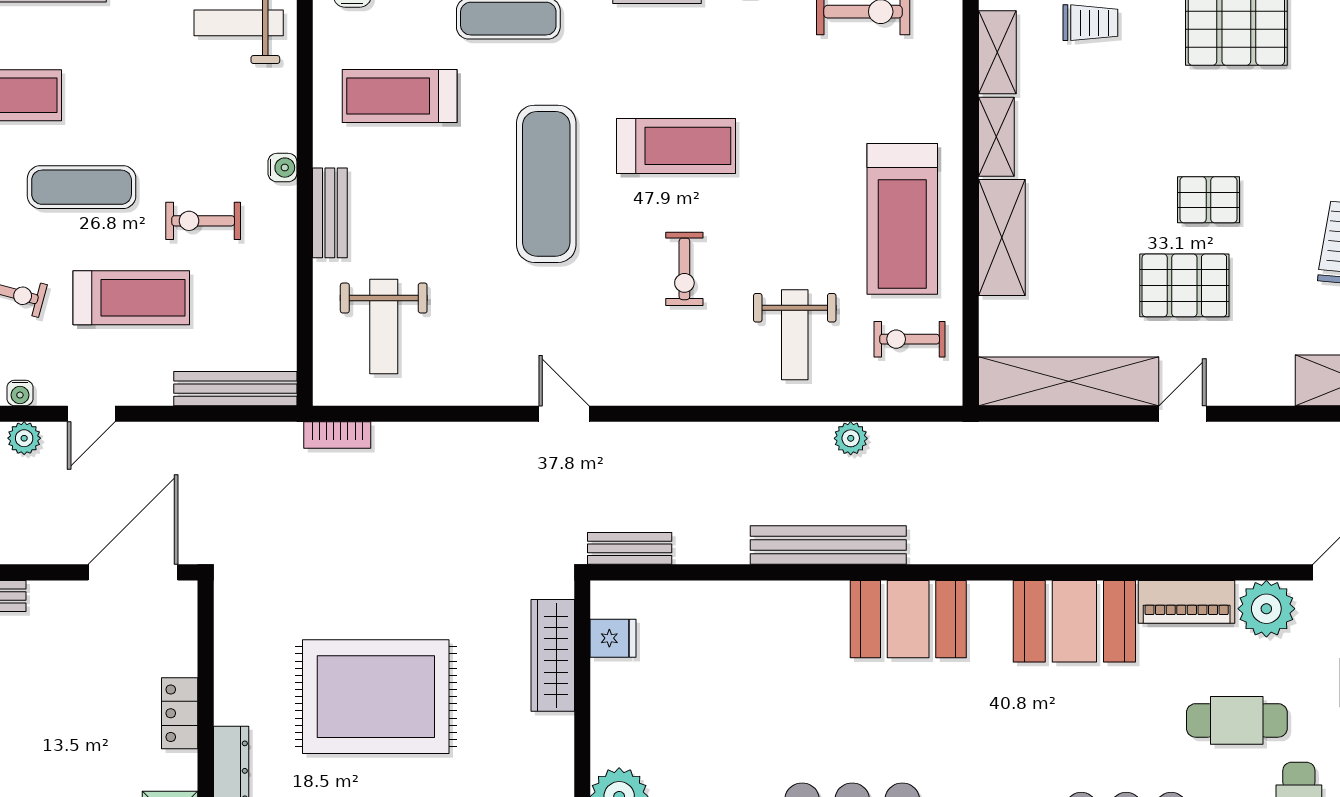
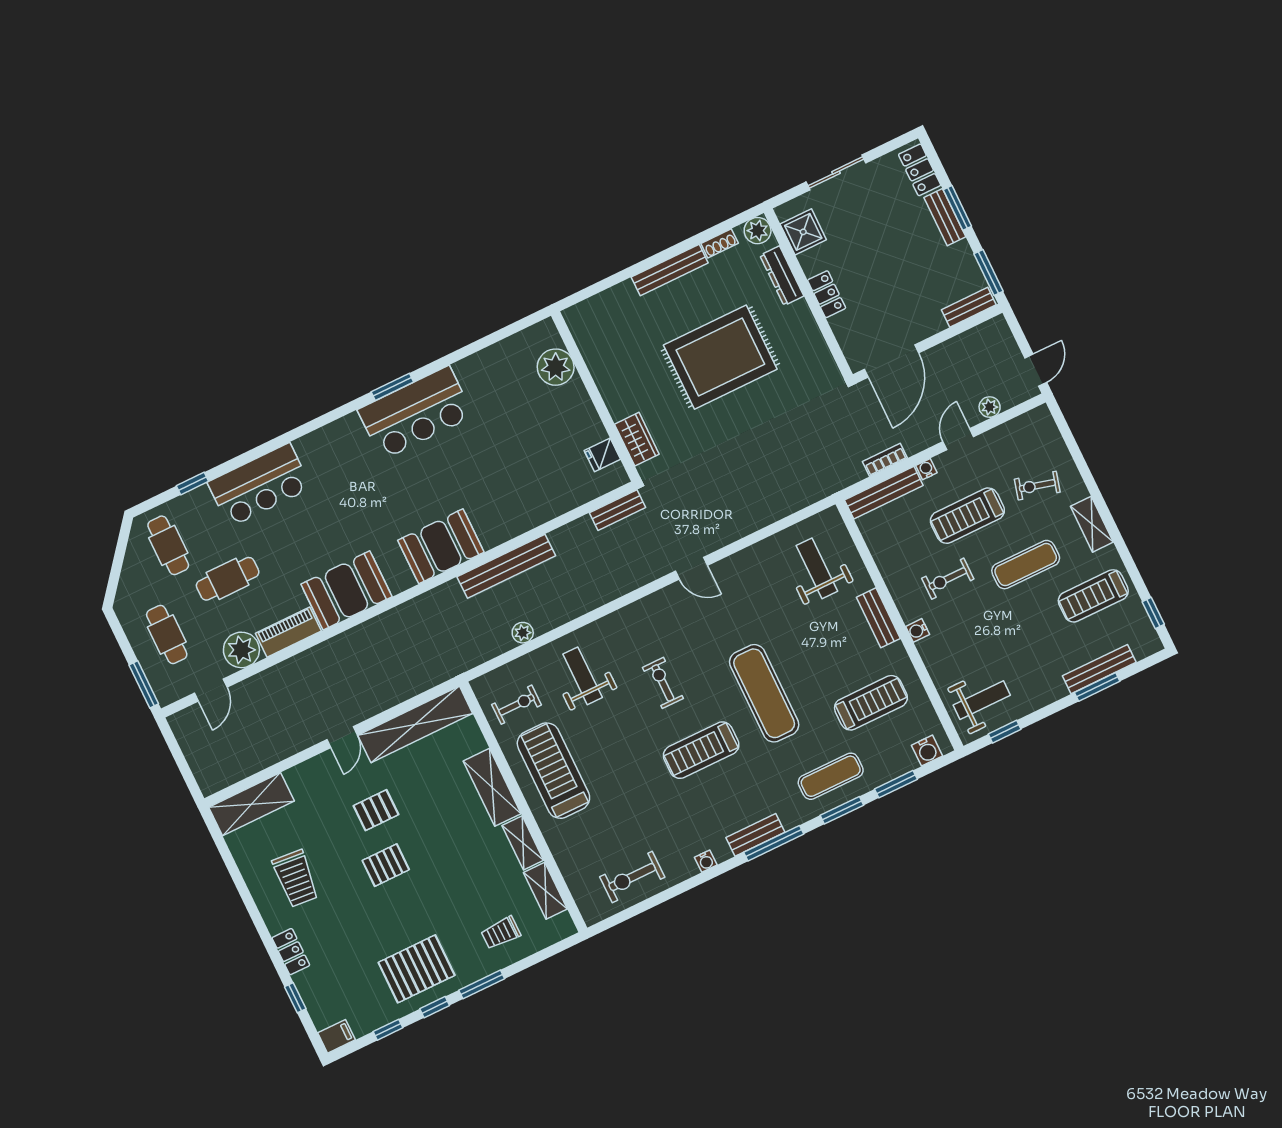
exercise bike: (203, 221) -> (948, 579), turned 180
pallet: (1184, 285) -> (376, 810), width x0.67, depth x0.71
water cooler: (20, 393) -> (926, 469), moved
bookcase: (337, 435) -> (885, 460), moved
wardrobe: (553, 655) -> (637, 439), width x0.67

